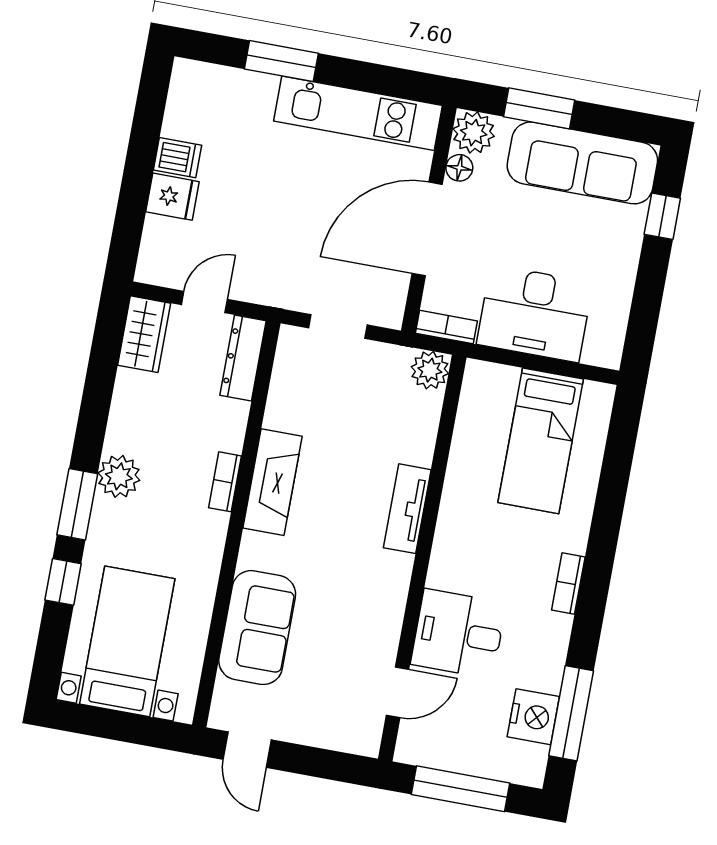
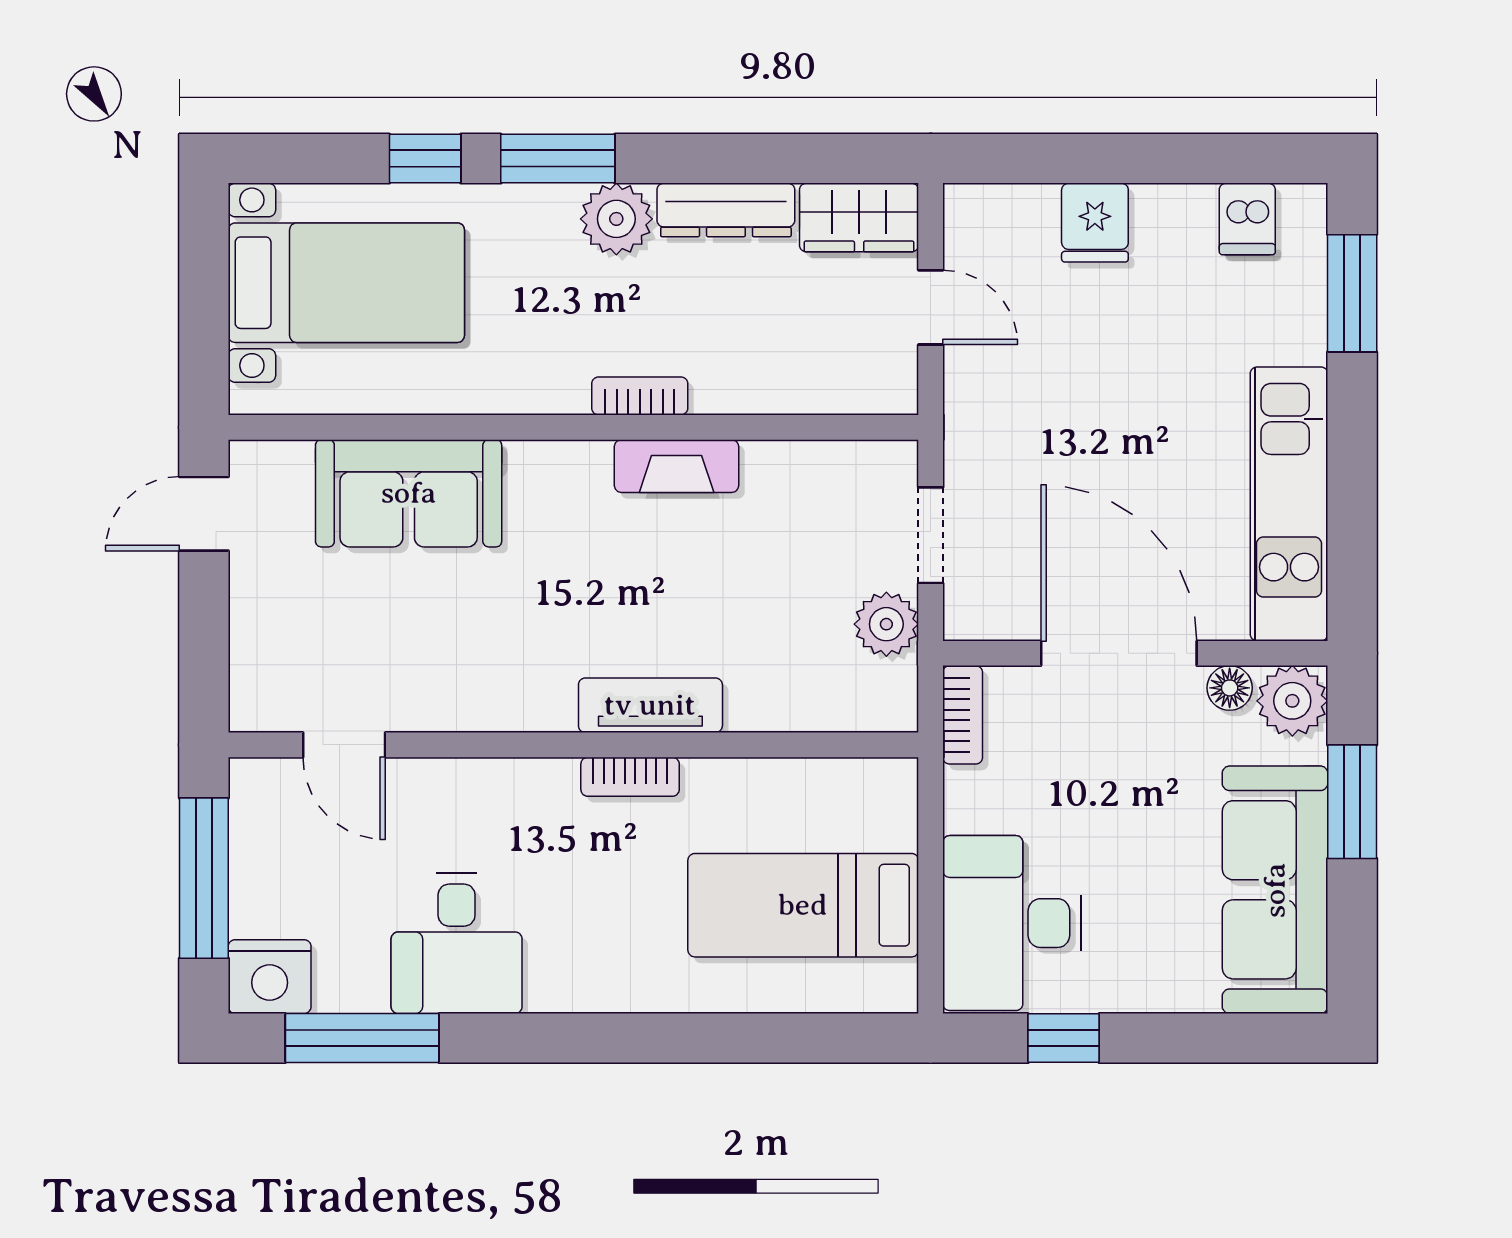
window: (281, 61) -> (1352, 293), moved
dishwasher: (177, 158) -> (1247, 219), moved
window: (662, 216) -> (1064, 1038), moved
desk: (535, 314) -> (1012, 923), moved
dresser: (243, 358) -> (726, 210), moved, turned 180
plant: (430, 370) -> (886, 624), moved
fireplace: (273, 482) -> (677, 466), width x0.73, depth x0.76
bookcase: (568, 583) -> (630, 777), moved, turned 180
desk: (458, 634) -> (457, 943), moved, turned 180
nightstand: (533, 717) -> (270, 977), moved

